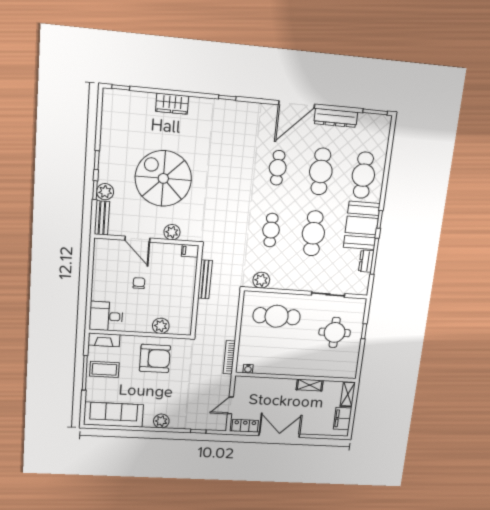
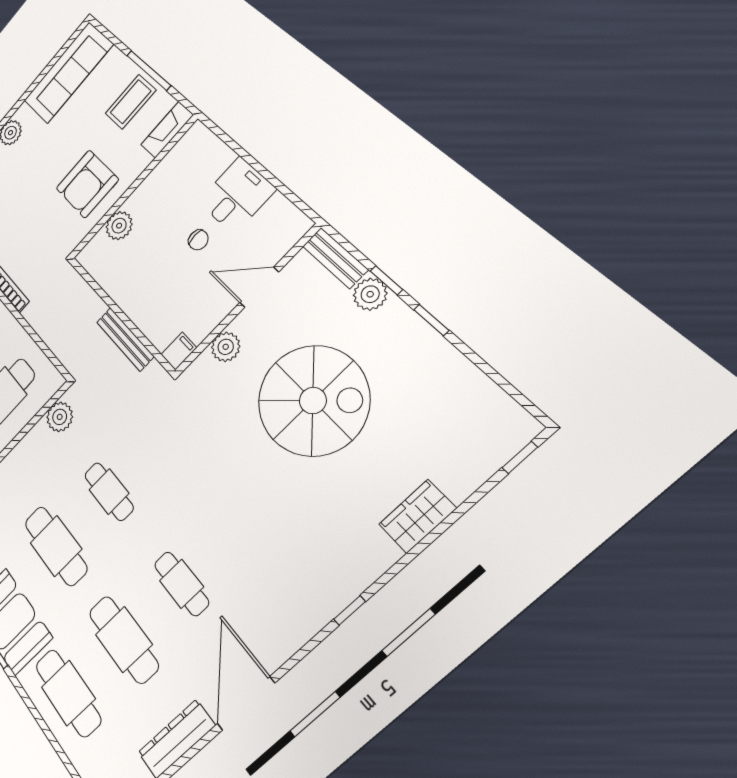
desk: (106, 316) -> (237, 195), moved

